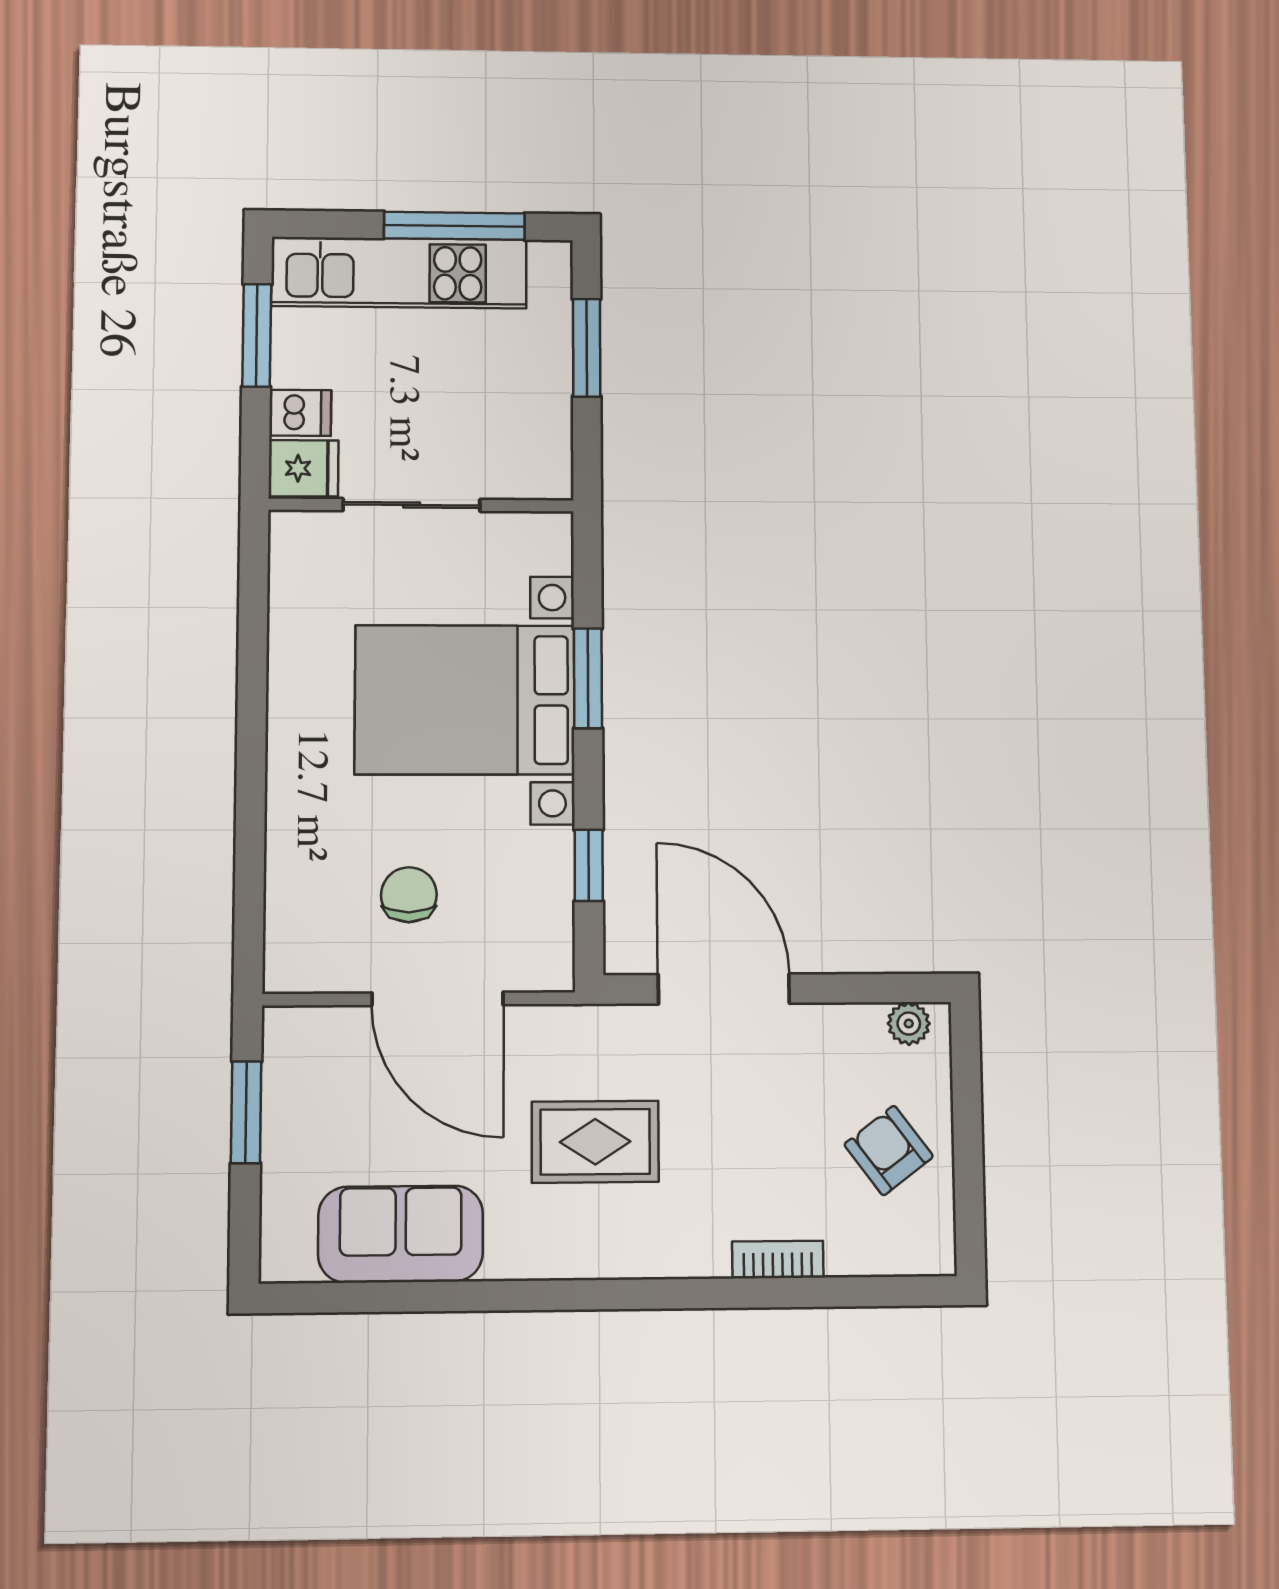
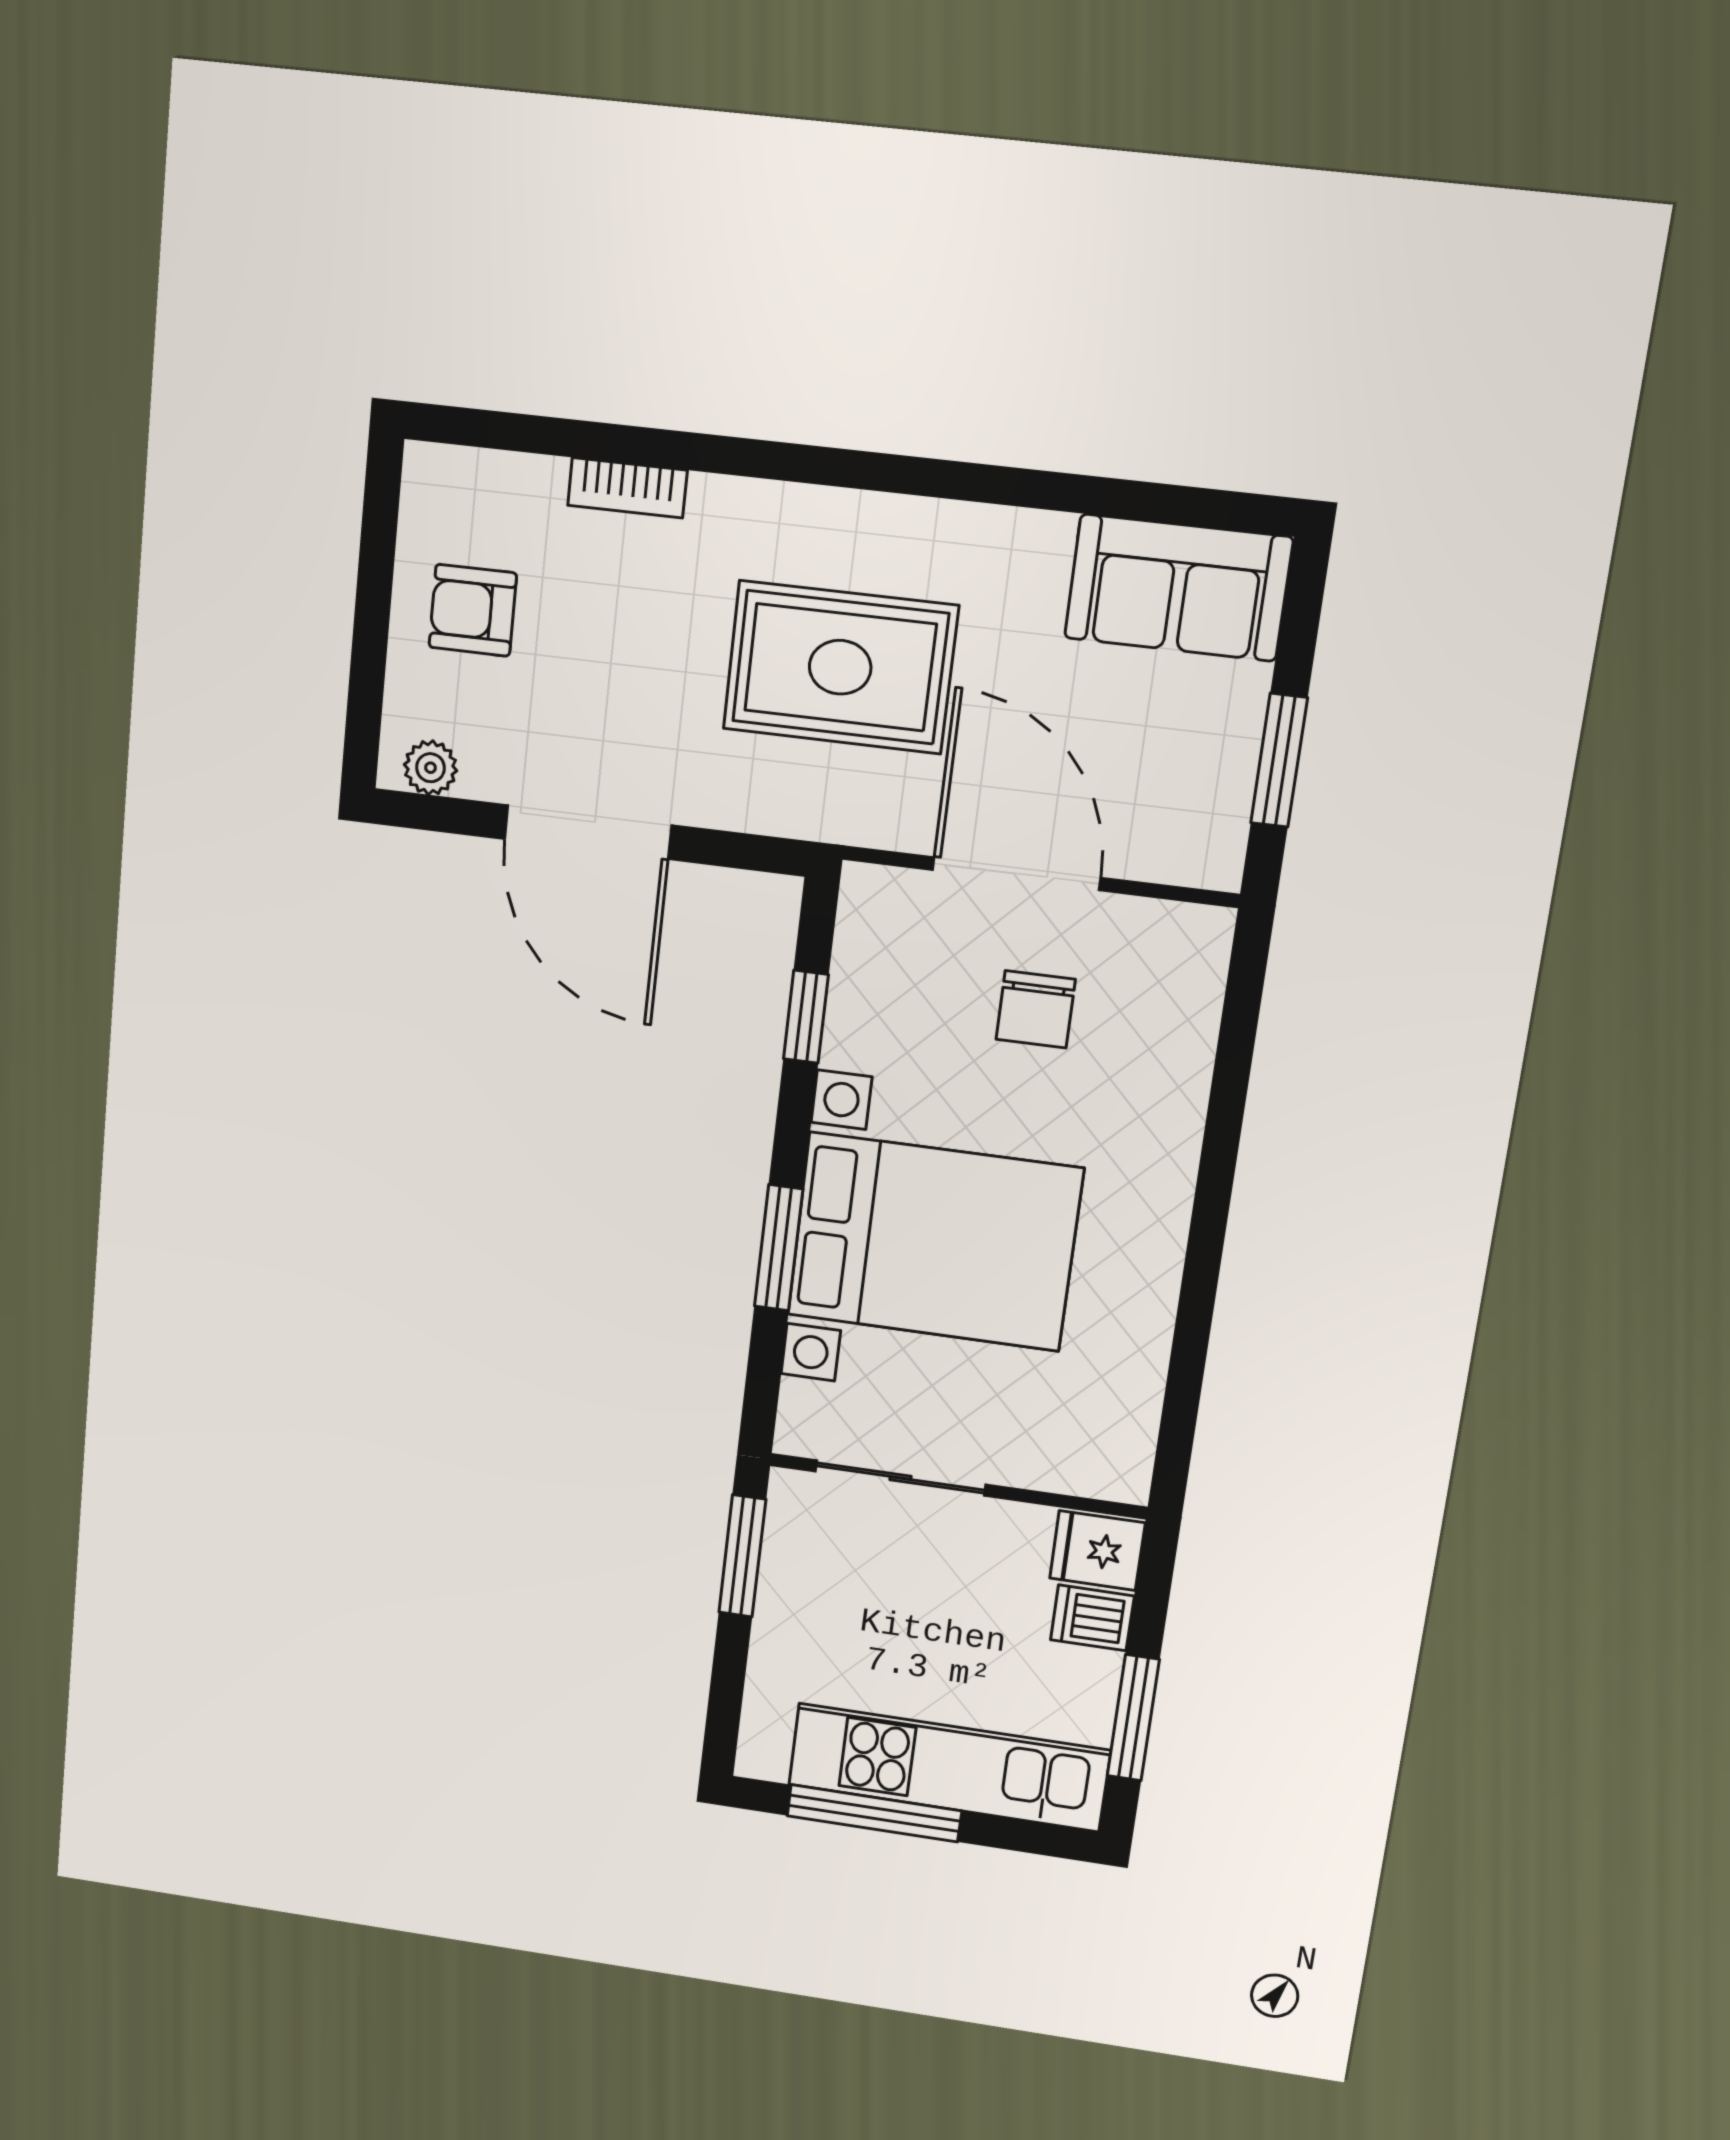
window: (587, 348) -> (742, 1556), moved
sliding door: (412, 505) -> (900, 1478), moved
door: (724, 989) -> (588, 832), moved
rug: (595, 1142) -> (840, 667), width x1.36, depth x1.43
armchair: (889, 1150) -> (473, 610), turned 127
sofa: (401, 1234) -> (1178, 588), moved

